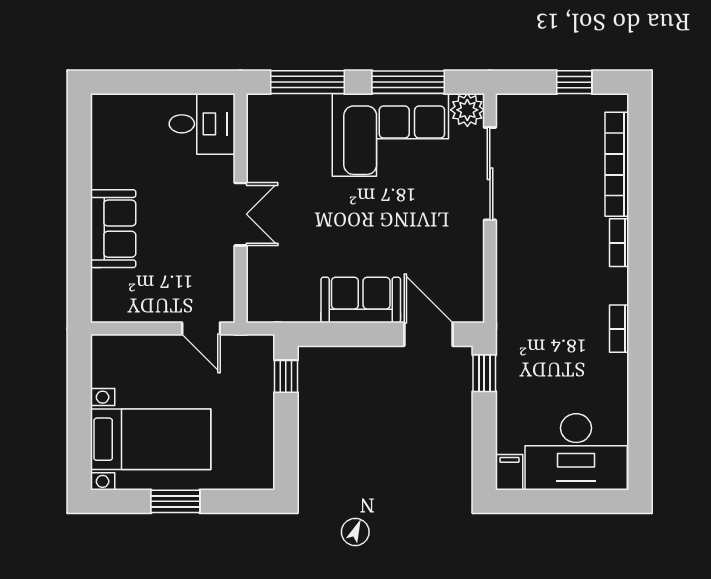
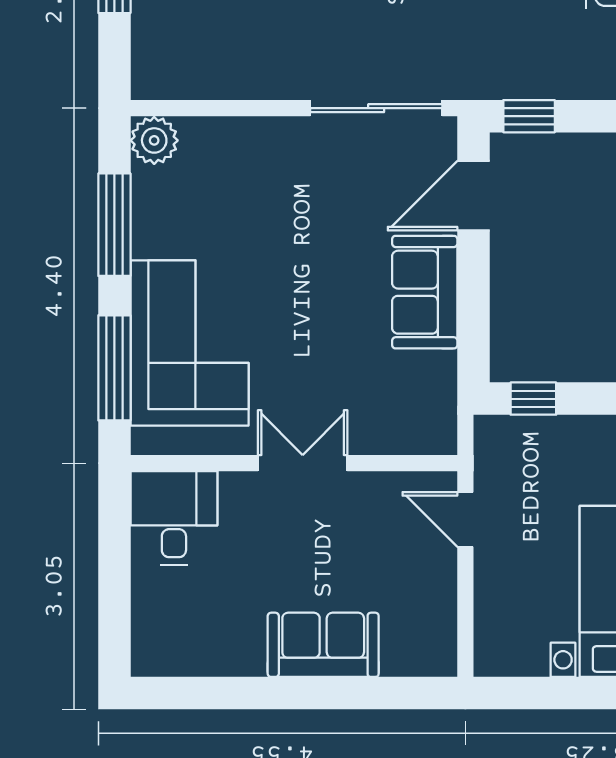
corner sofa: (390, 135) -> (190, 343), moved
sliding door: (490, 174) -> (376, 108), moved
door: (201, 329) -> (465, 519), swing flipped

